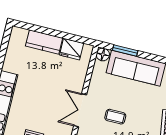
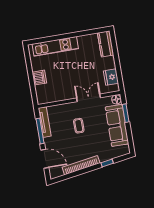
kitchen counter: (44, 42) -> (106, 44), moved
double door: (80, 110) -> (89, 98), moved

